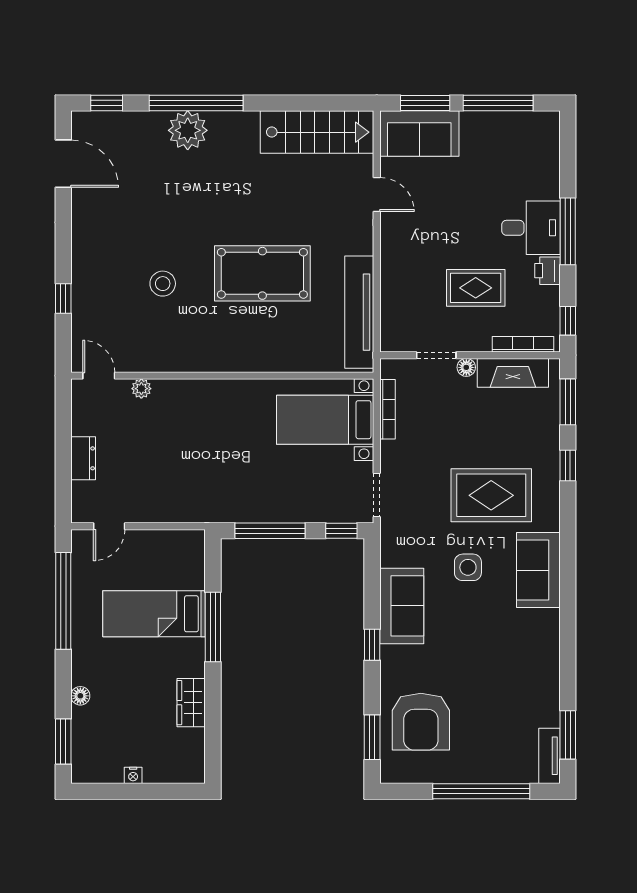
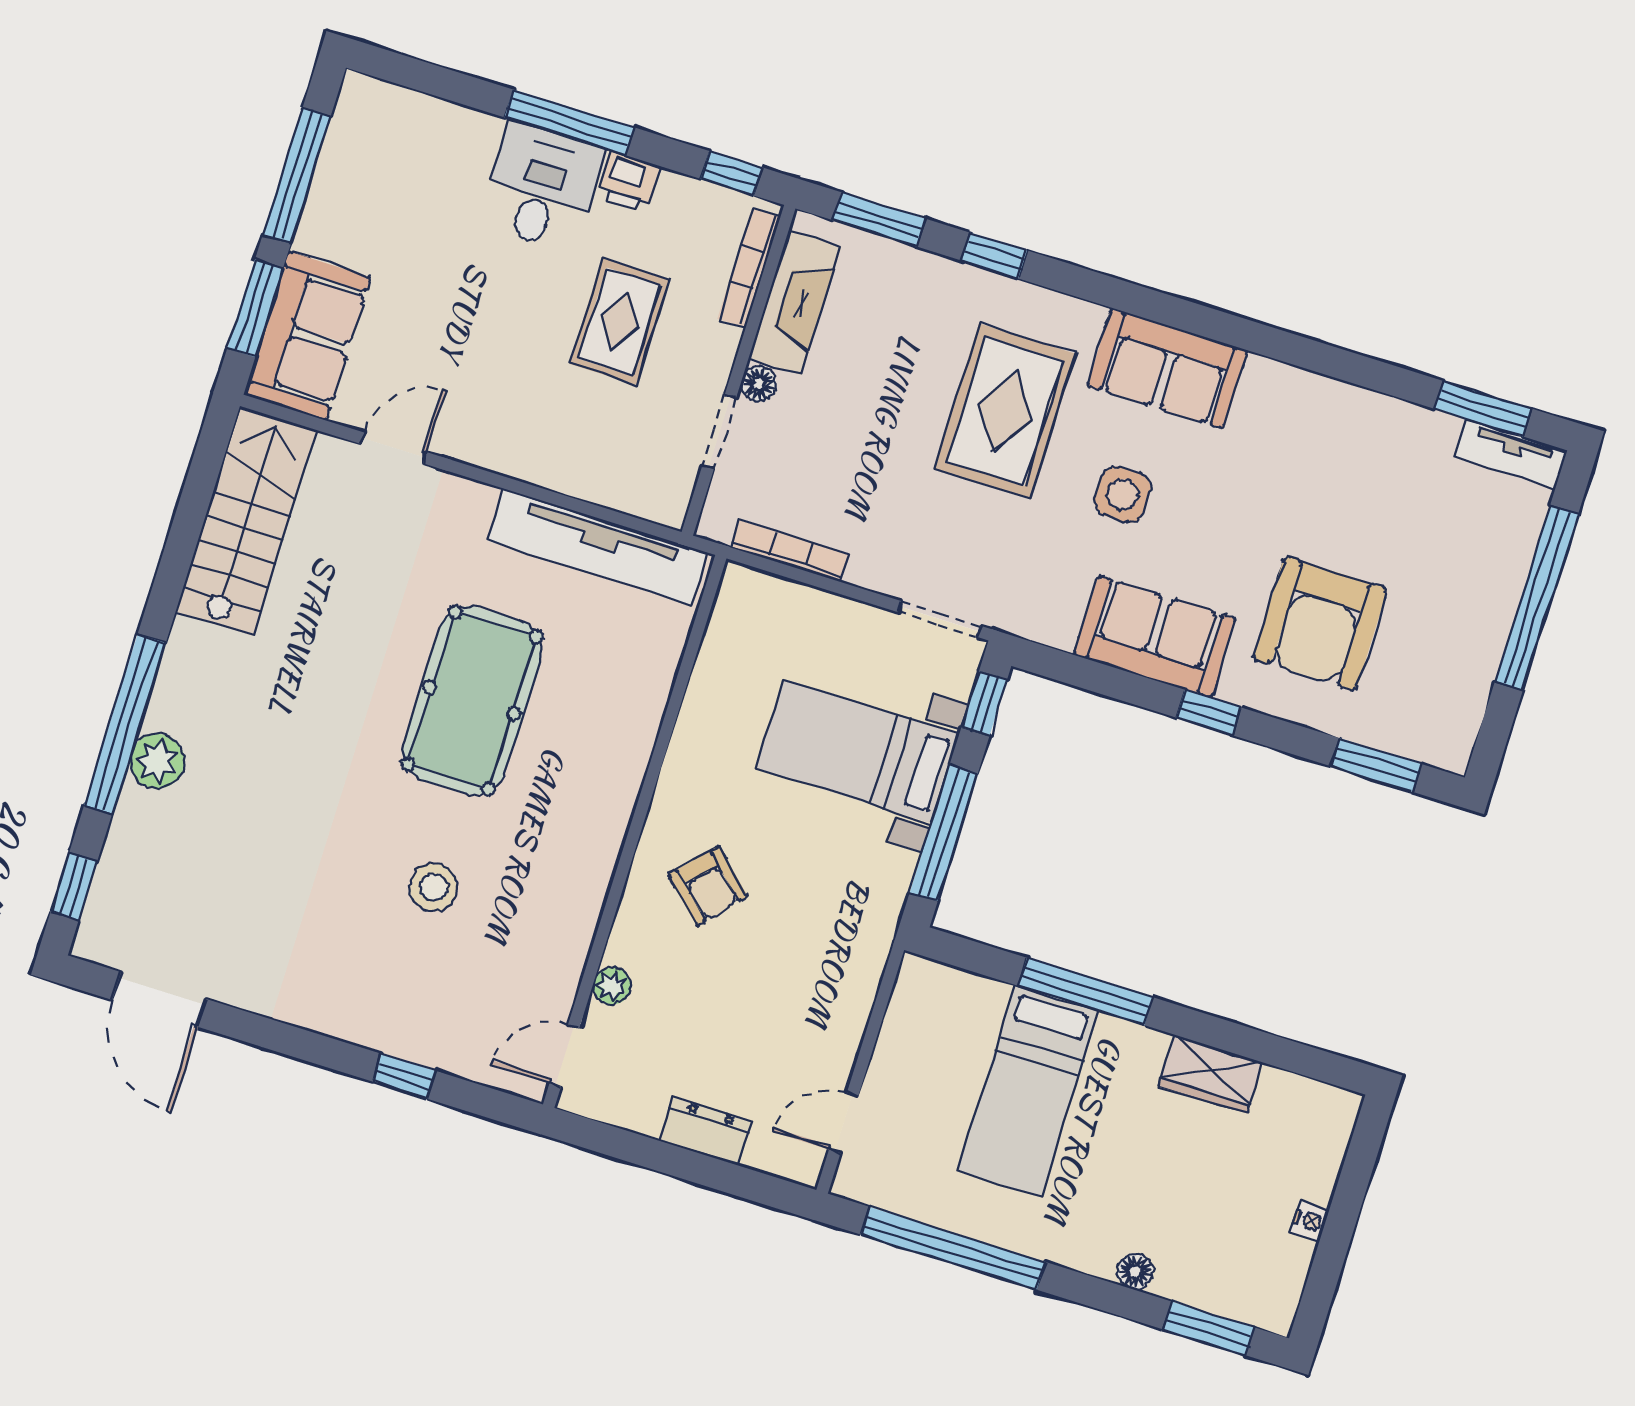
plant: (188, 130) -> (157, 761), width x0.73, depth x0.73
door: (63, 164) -> (159, 1000), swing flipped
bed with nightstands: (325, 420) -> (857, 751), moved, turned 90
armchair: (206, 421) -> (708, 886), added
door: (109, 526) -> (844, 1123), swing flipped
armchair: (421, 722) -> (1320, 624), moved, turned 90

